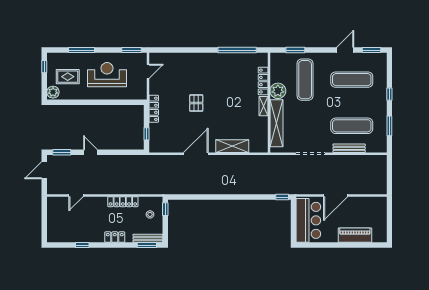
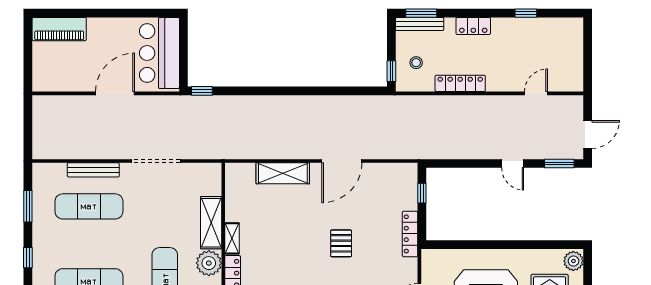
shelving: (276, 123) -> (211, 223), width x0.68
piano: (355, 235) -> (59, 29), moved

